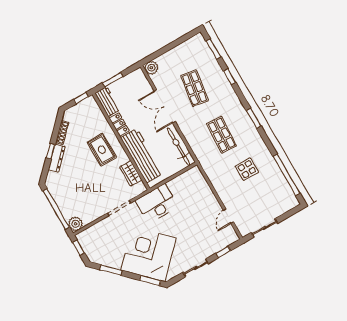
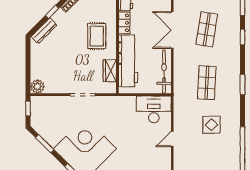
dresser: (57, 158) -> (44, 31), moved
desk: (157, 204) -> (154, 109), moved
window: (56, 209) -> (28, 64), removed
door: (228, 216) -> (172, 139), moved

